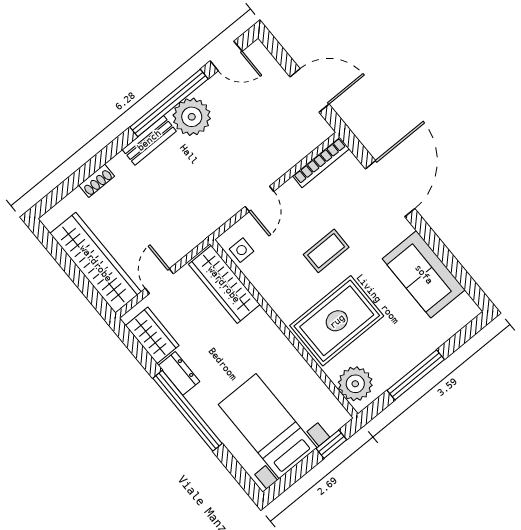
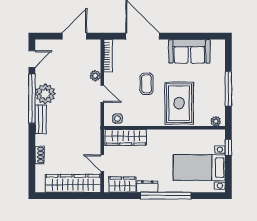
plant: (277, 167) -> (95, 76), added
plant: (355, 384) -> (216, 121), width x0.53, depth x0.53

